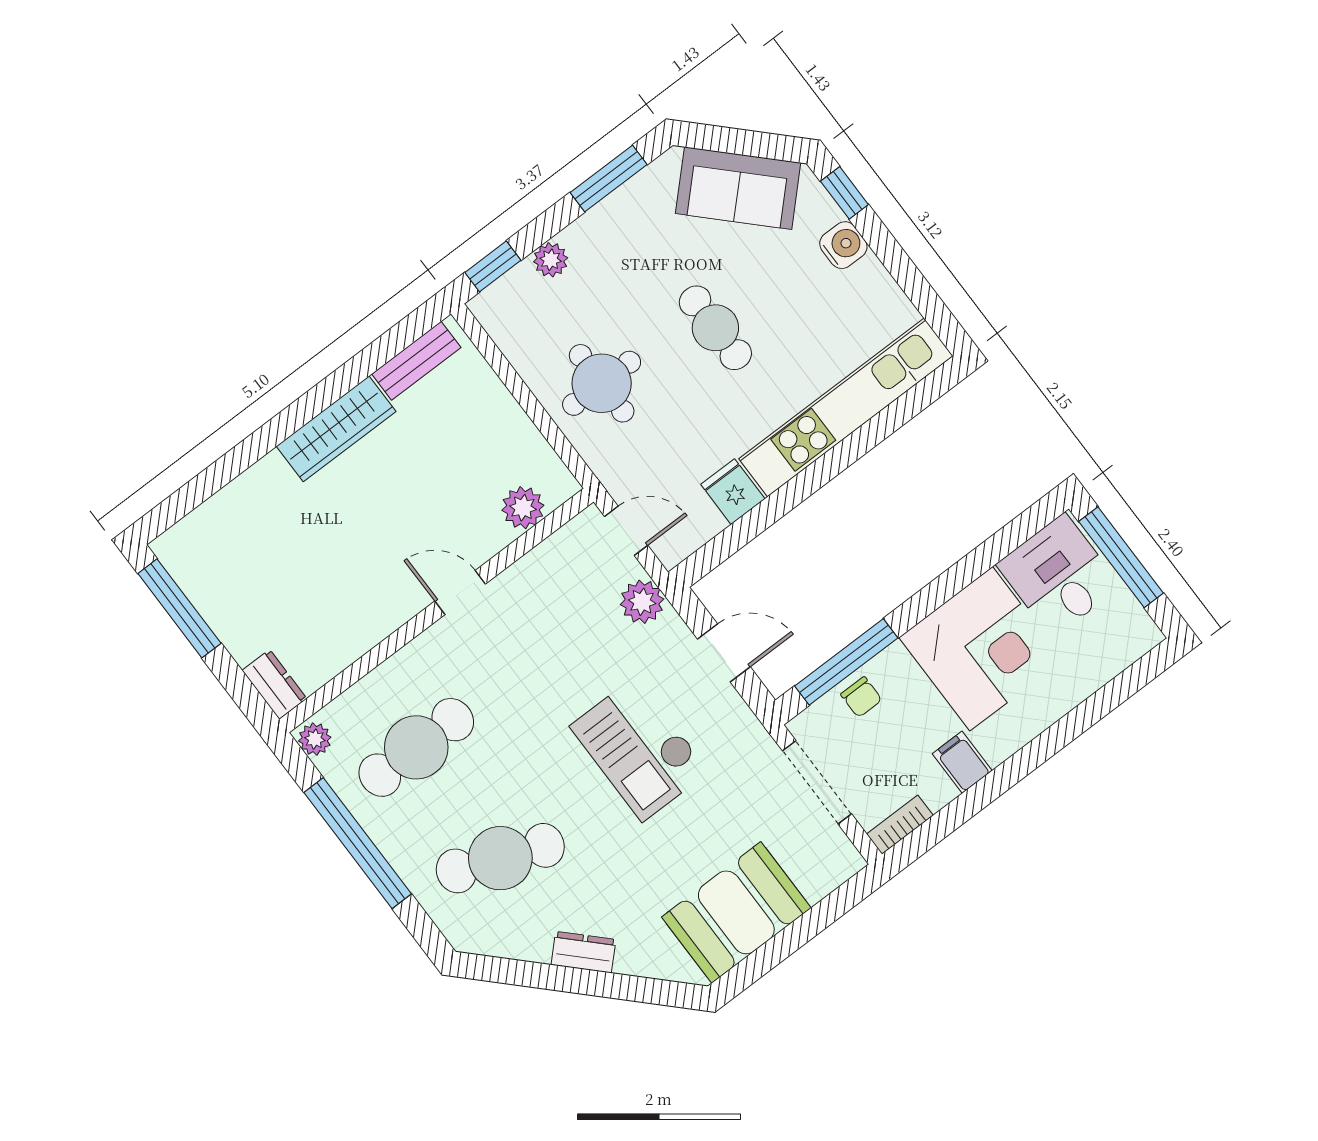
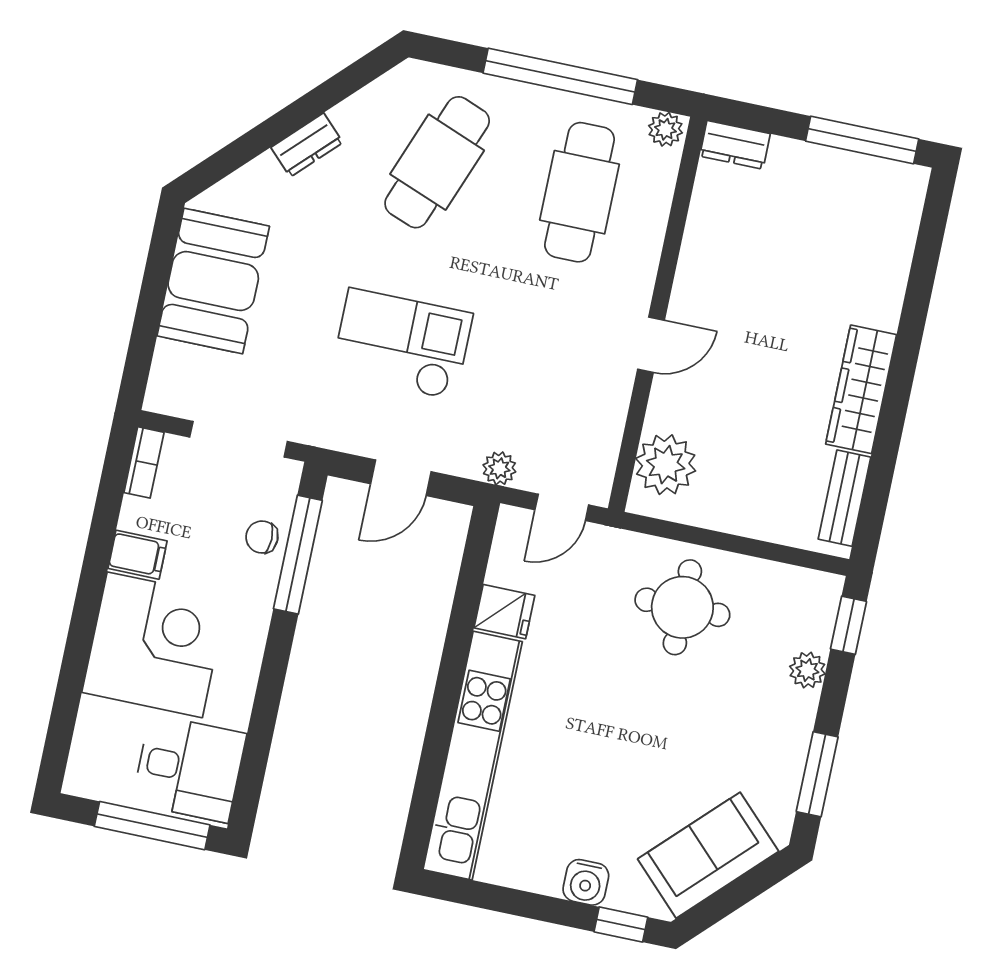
cafe table: (715, 328) -> (630, 729), removed
plant: (523, 508) -> (666, 465), width x1.36, depth x1.36
plant: (642, 602) -> (499, 468), width x0.73, depth x0.73
corner desk: (981, 649) -> (155, 645), moved, turned 180

